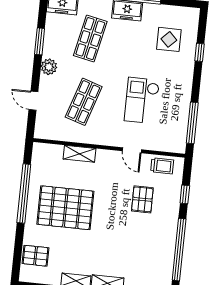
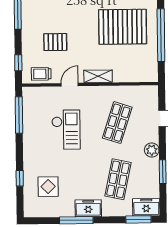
door: (132, 150) -> (70, 85), hinge flipped
shelving: (80, 154) -> (98, 76), moved
window: (185, 194) -> (18, 63), moved
pallet: (142, 199) -> (55, 42), turned 90

